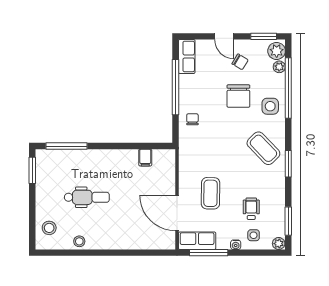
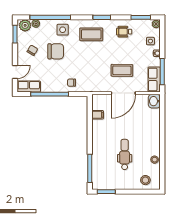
door: (224, 36) -> (15, 72), moved
coffee table: (263, 148) -> (91, 34), turned 44
wheelchair: (251, 209) -> (124, 32), moved
door: (177, 213) -> (123, 93), moved
washbasin: (165, 241) -> (154, 101), added

